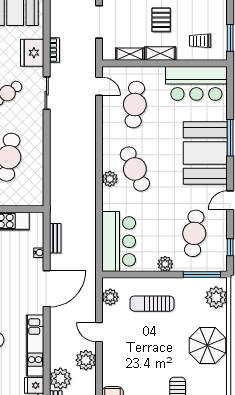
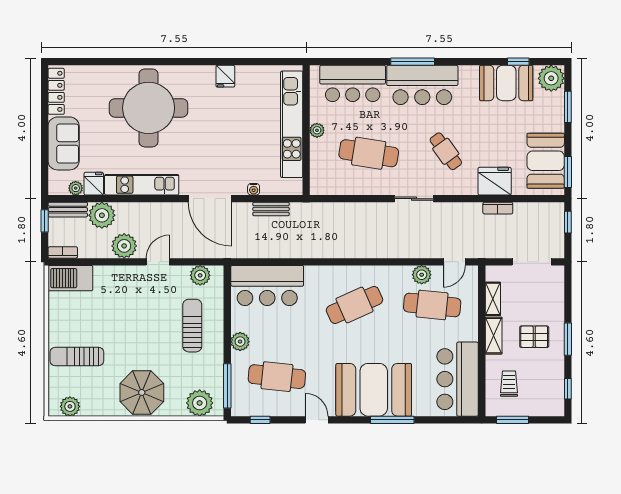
sliding door: (47, 93) -> (414, 199), moved
plant: (110, 179) -> (422, 275), moved

